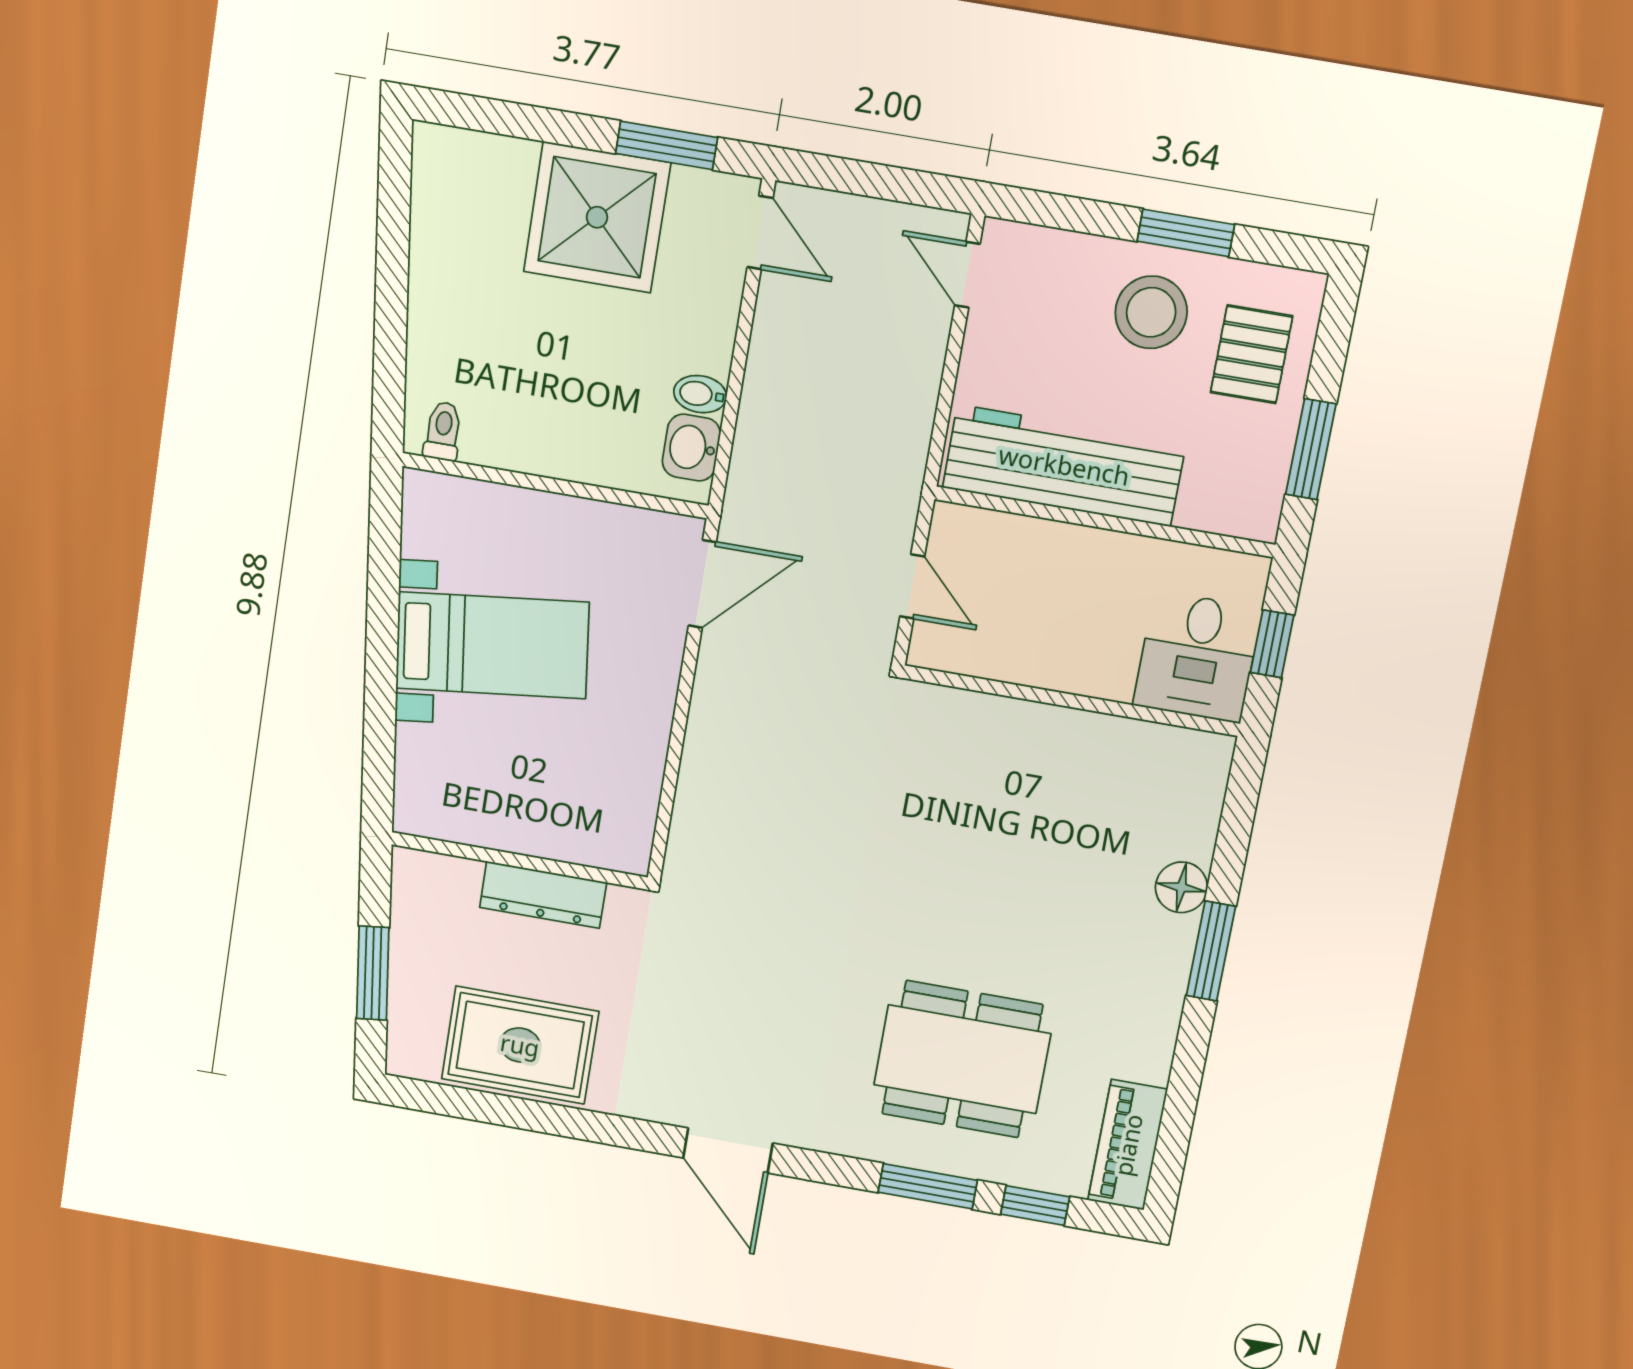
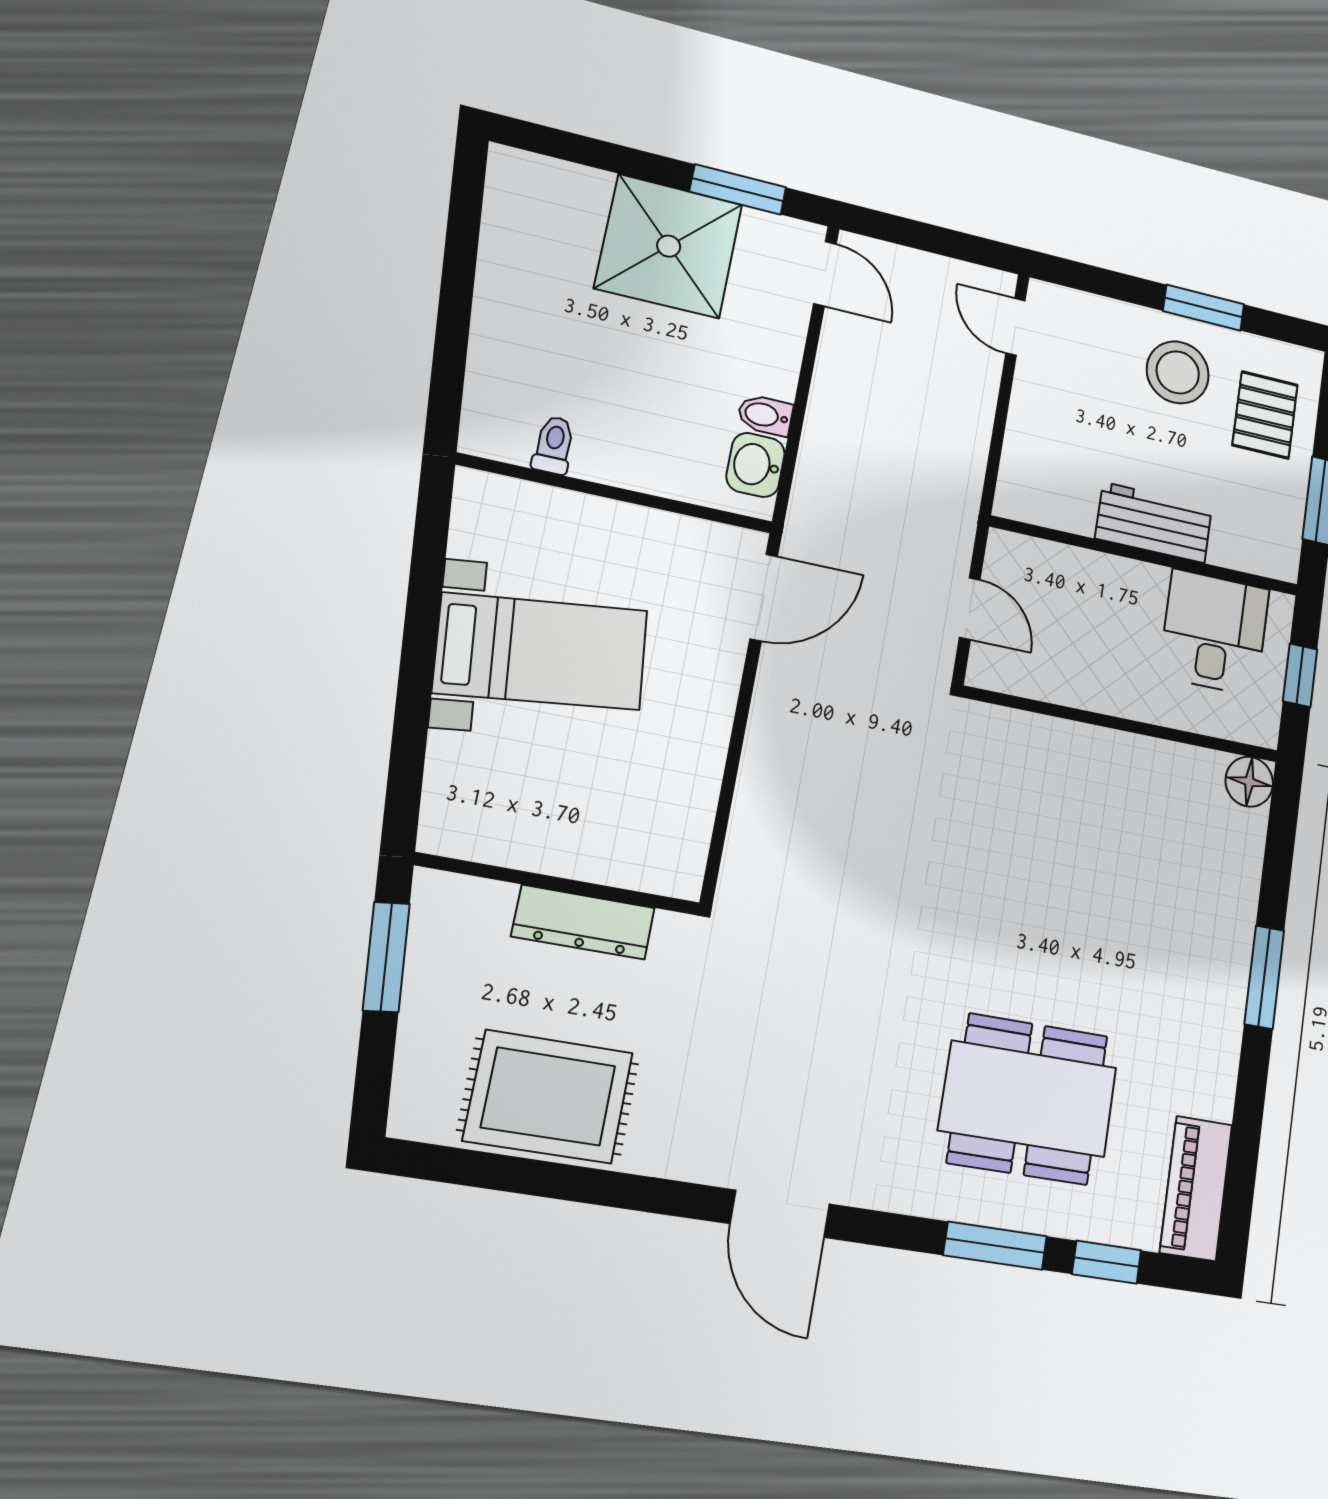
toilet: (443, 431) -> (554, 445), moved
workbench: (1064, 465) -> (1154, 523), width x0.53, depth x0.76
desk: (1197, 657) -> (1214, 632), moved, turned 180
floor lamp: (1181, 887) -> (1249, 782), moved
window: (373, 973) -> (386, 957), moved

